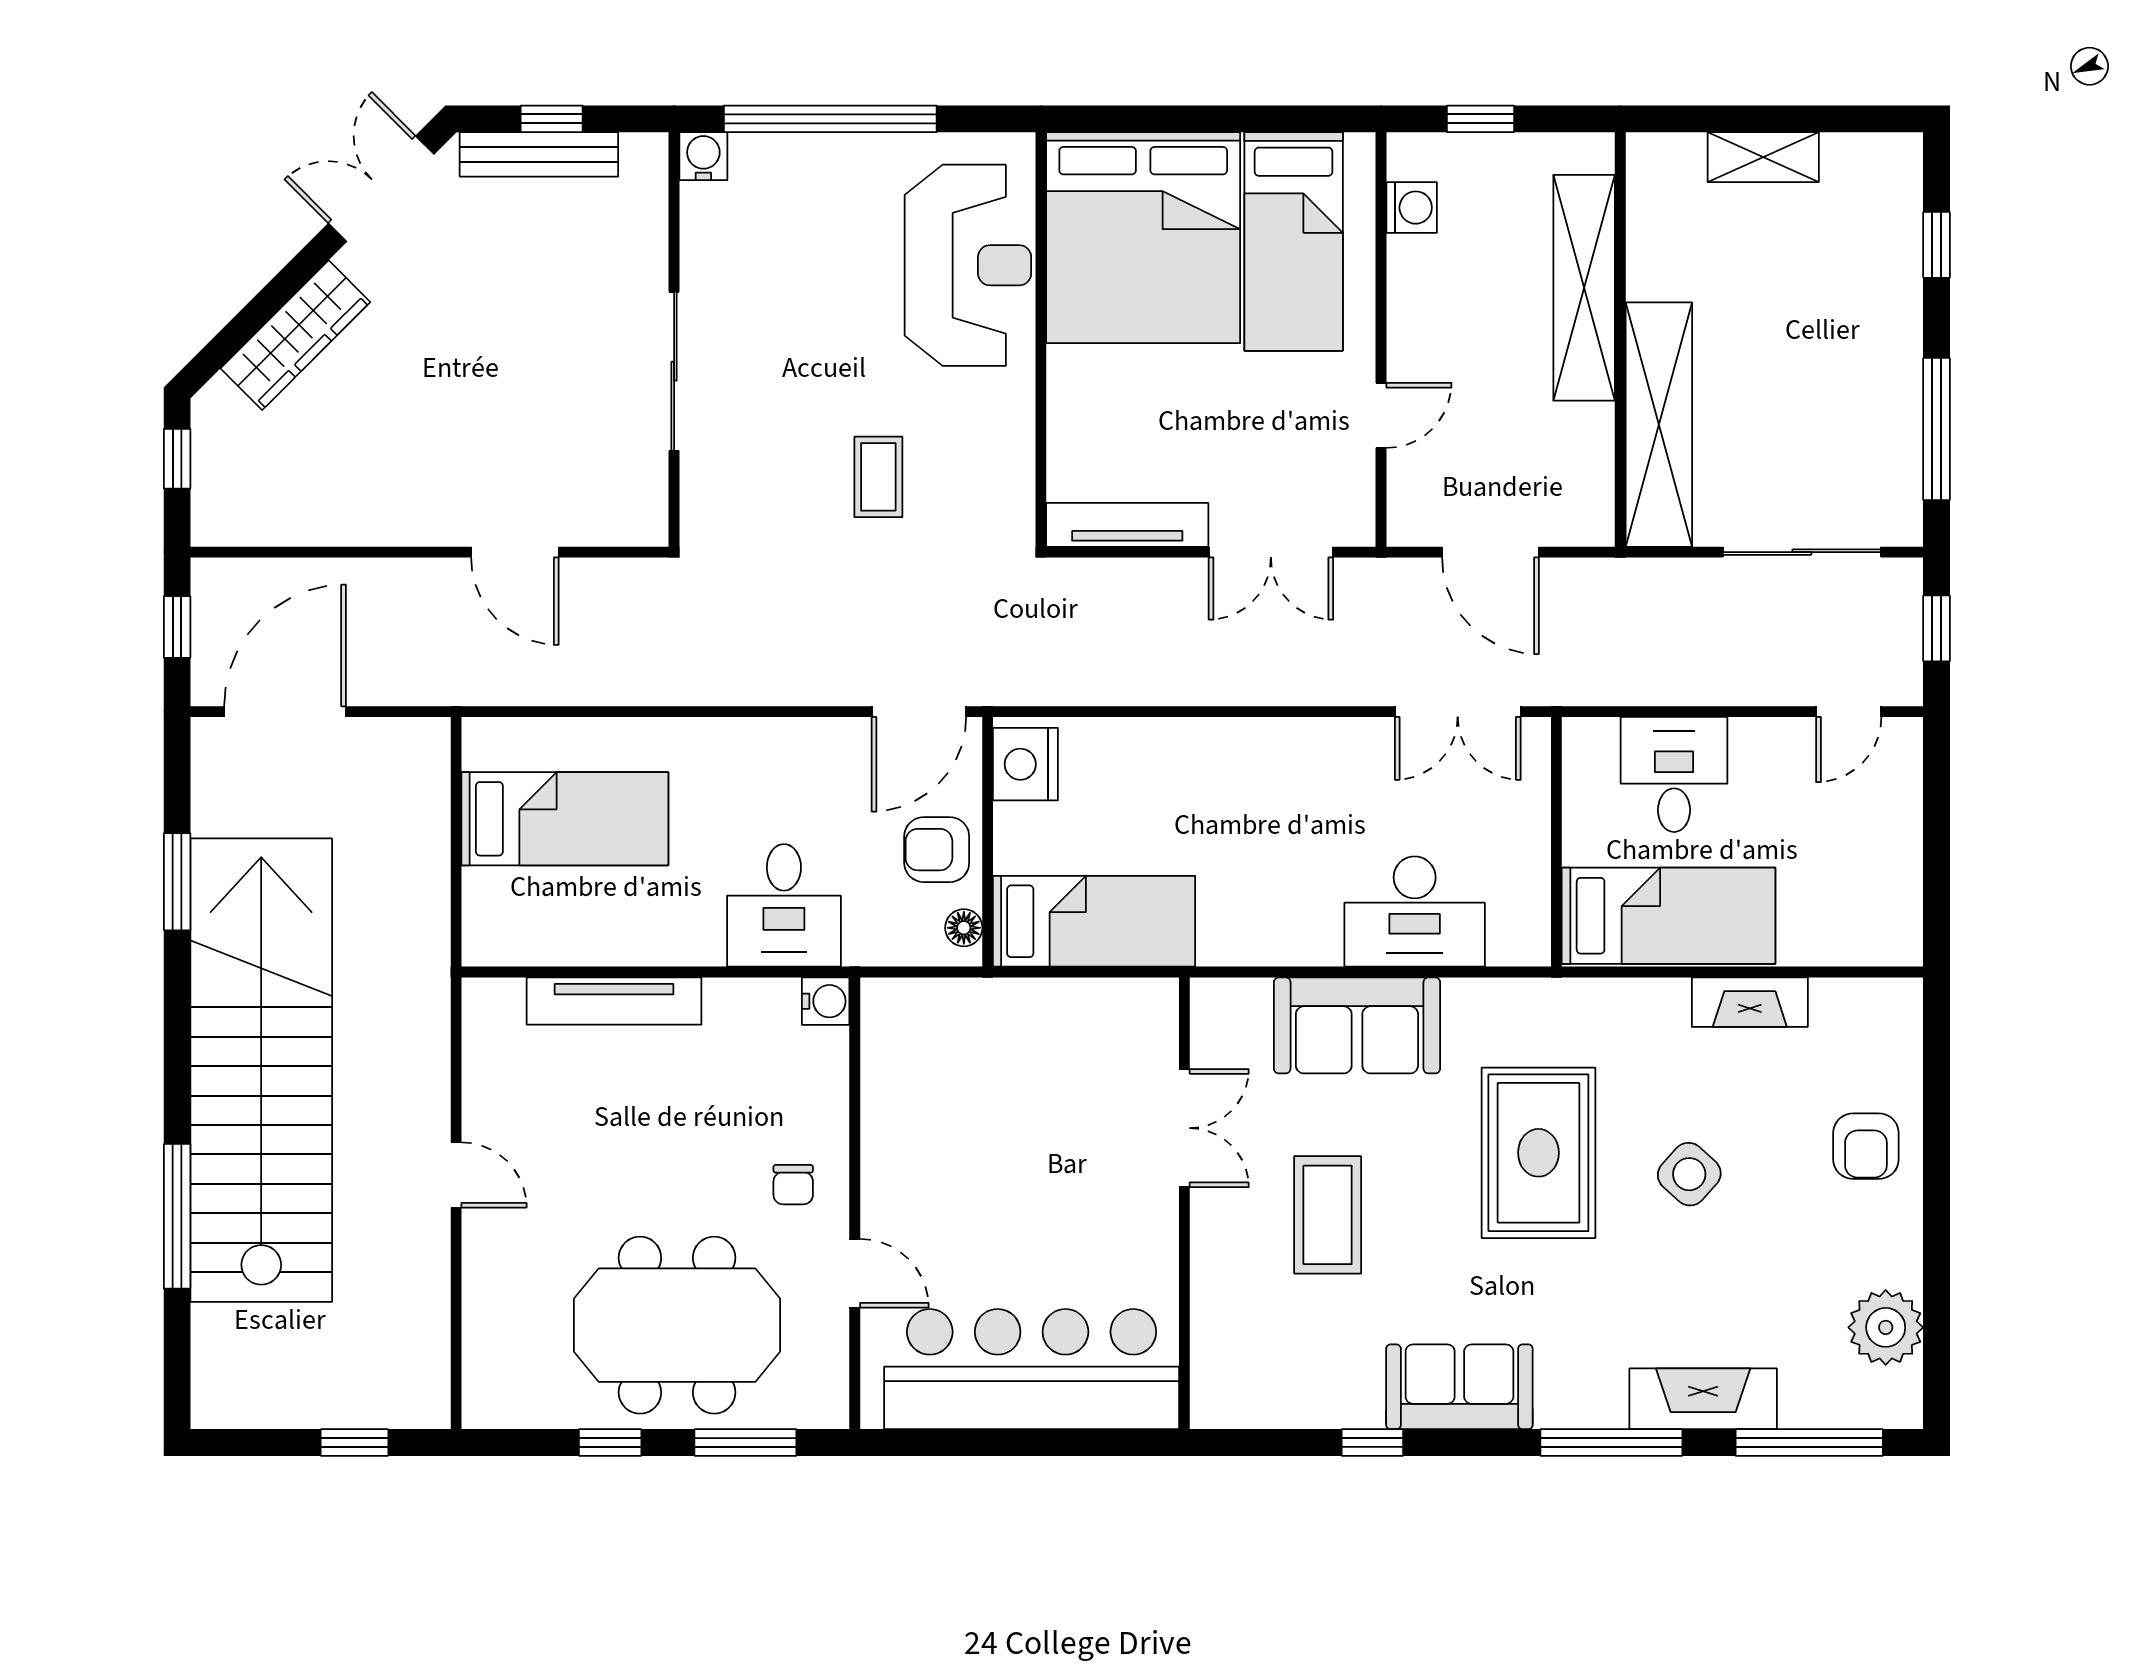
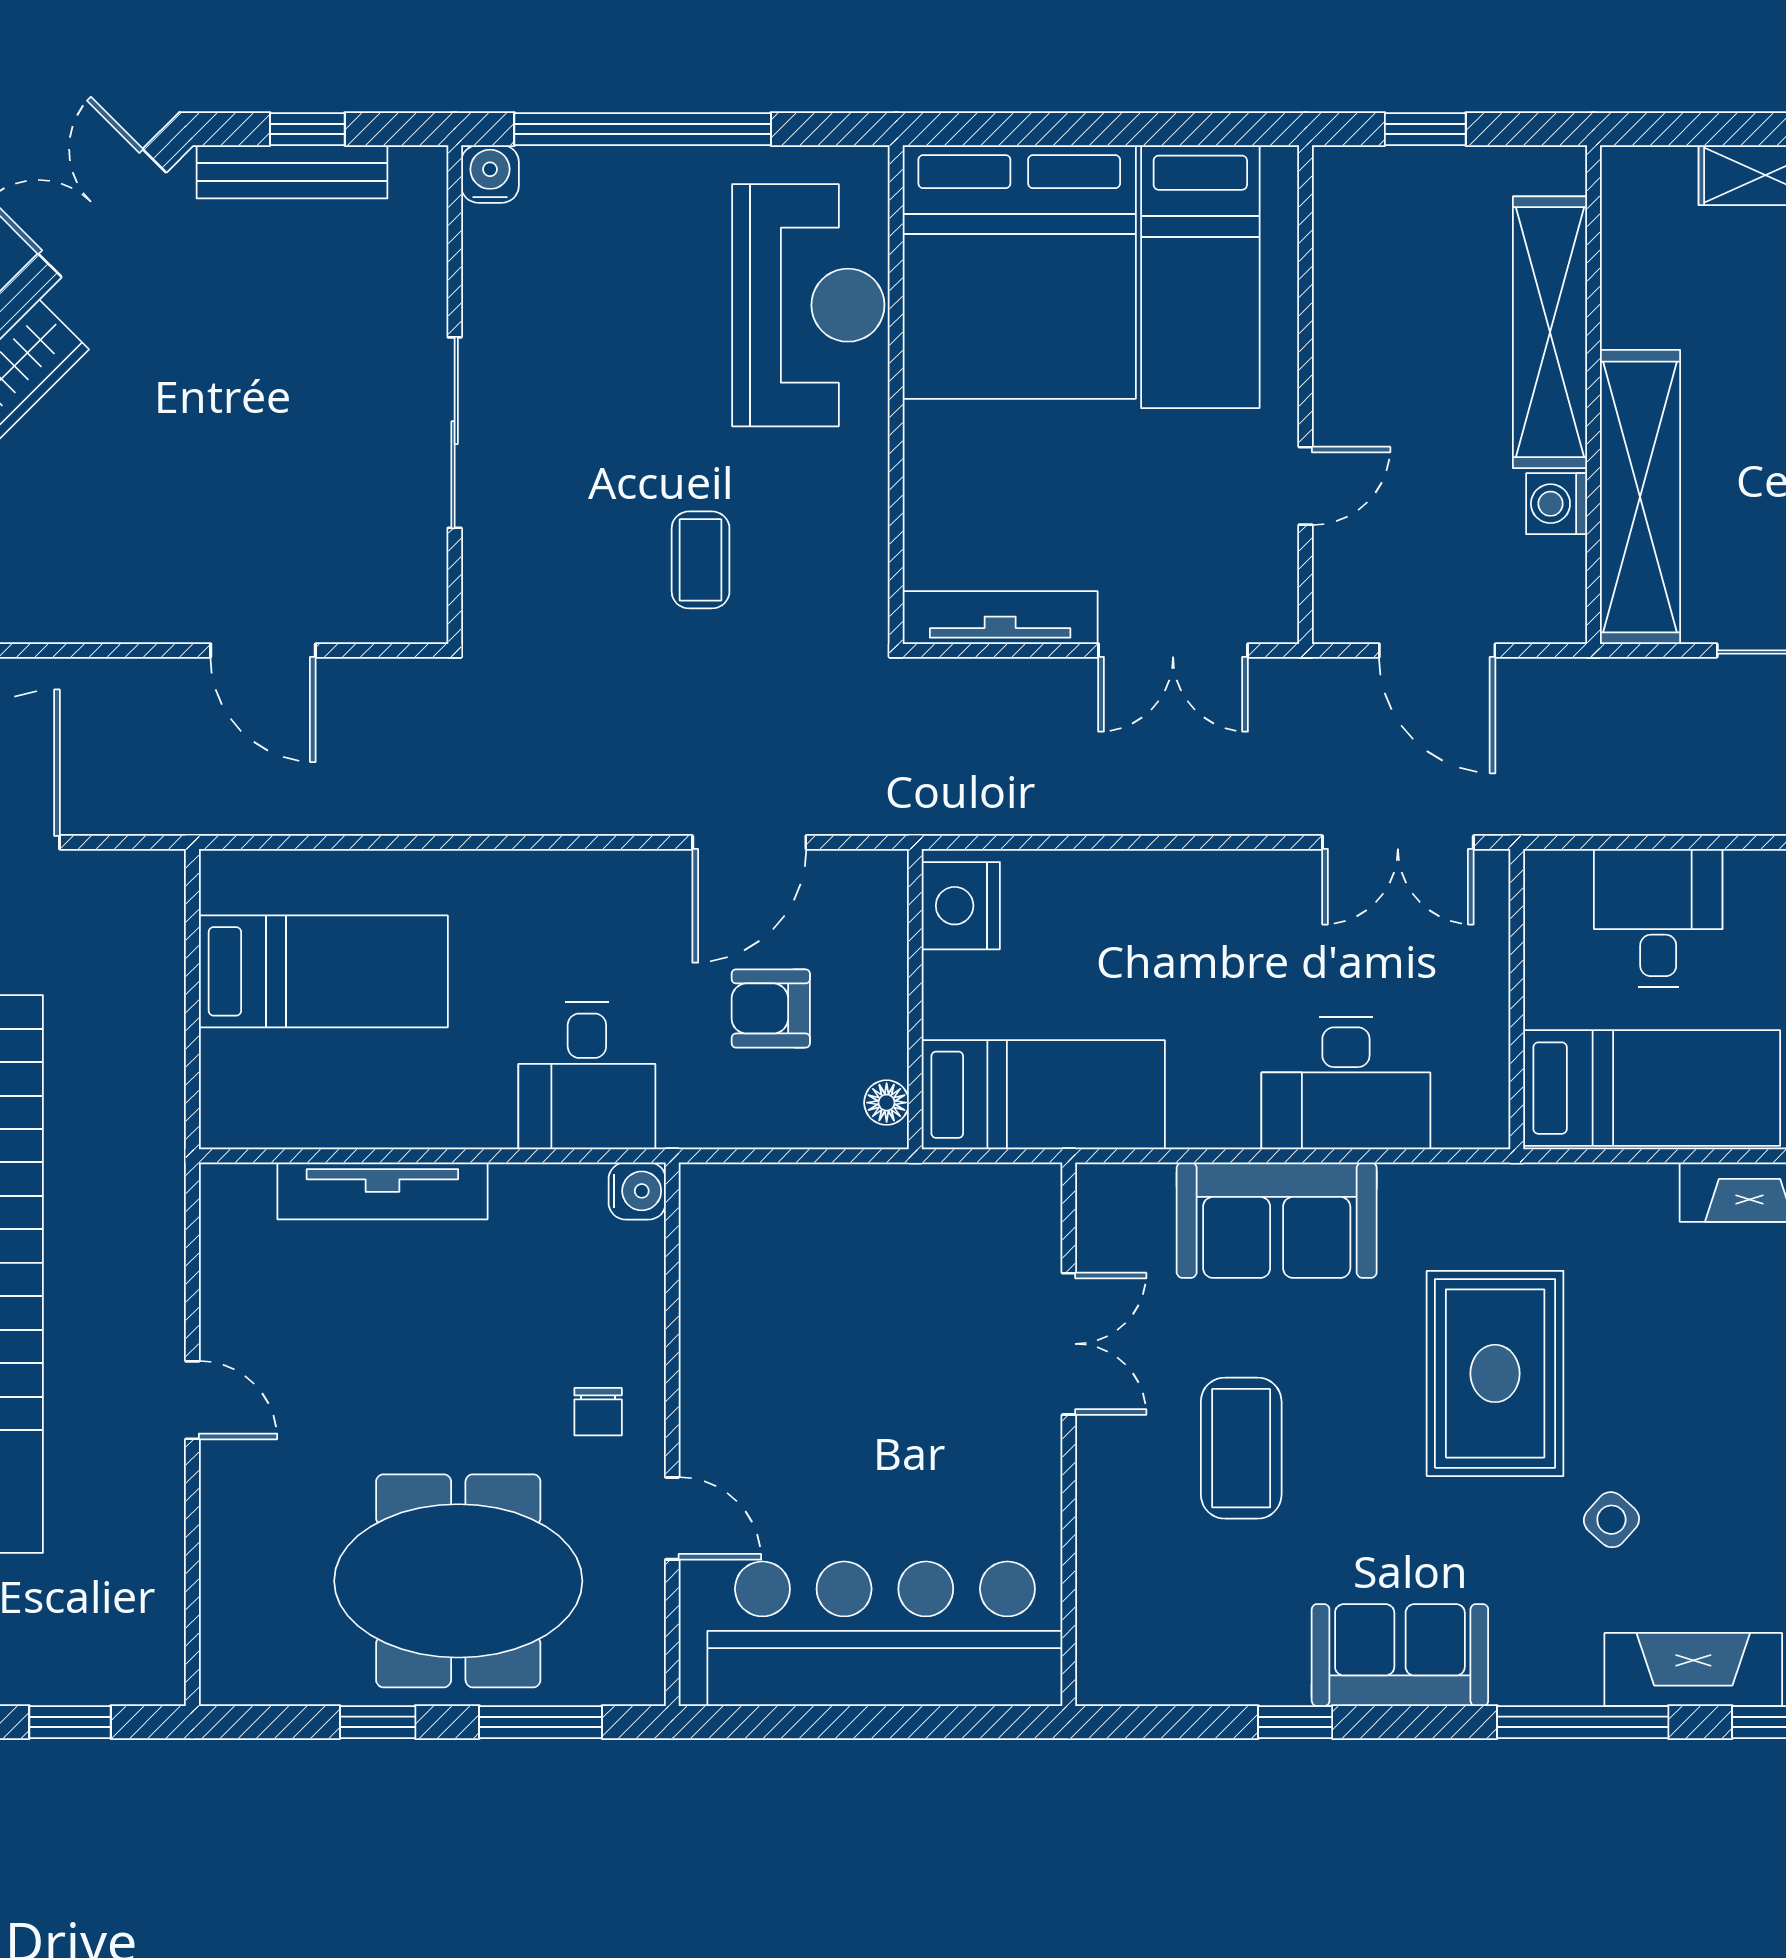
washing machine: (1412, 208) -> (1557, 504), moved, turned 180
nightstand: (1025, 764) -> (961, 906), moved
wall: (988, 842) -> (915, 999), moved
bed: (1094, 921) -> (1043, 1095), moved
floor lamp: (964, 928) -> (887, 1103), moved
side table: (1689, 1174) -> (1611, 1520), moved, width x0.73, depth x0.73

